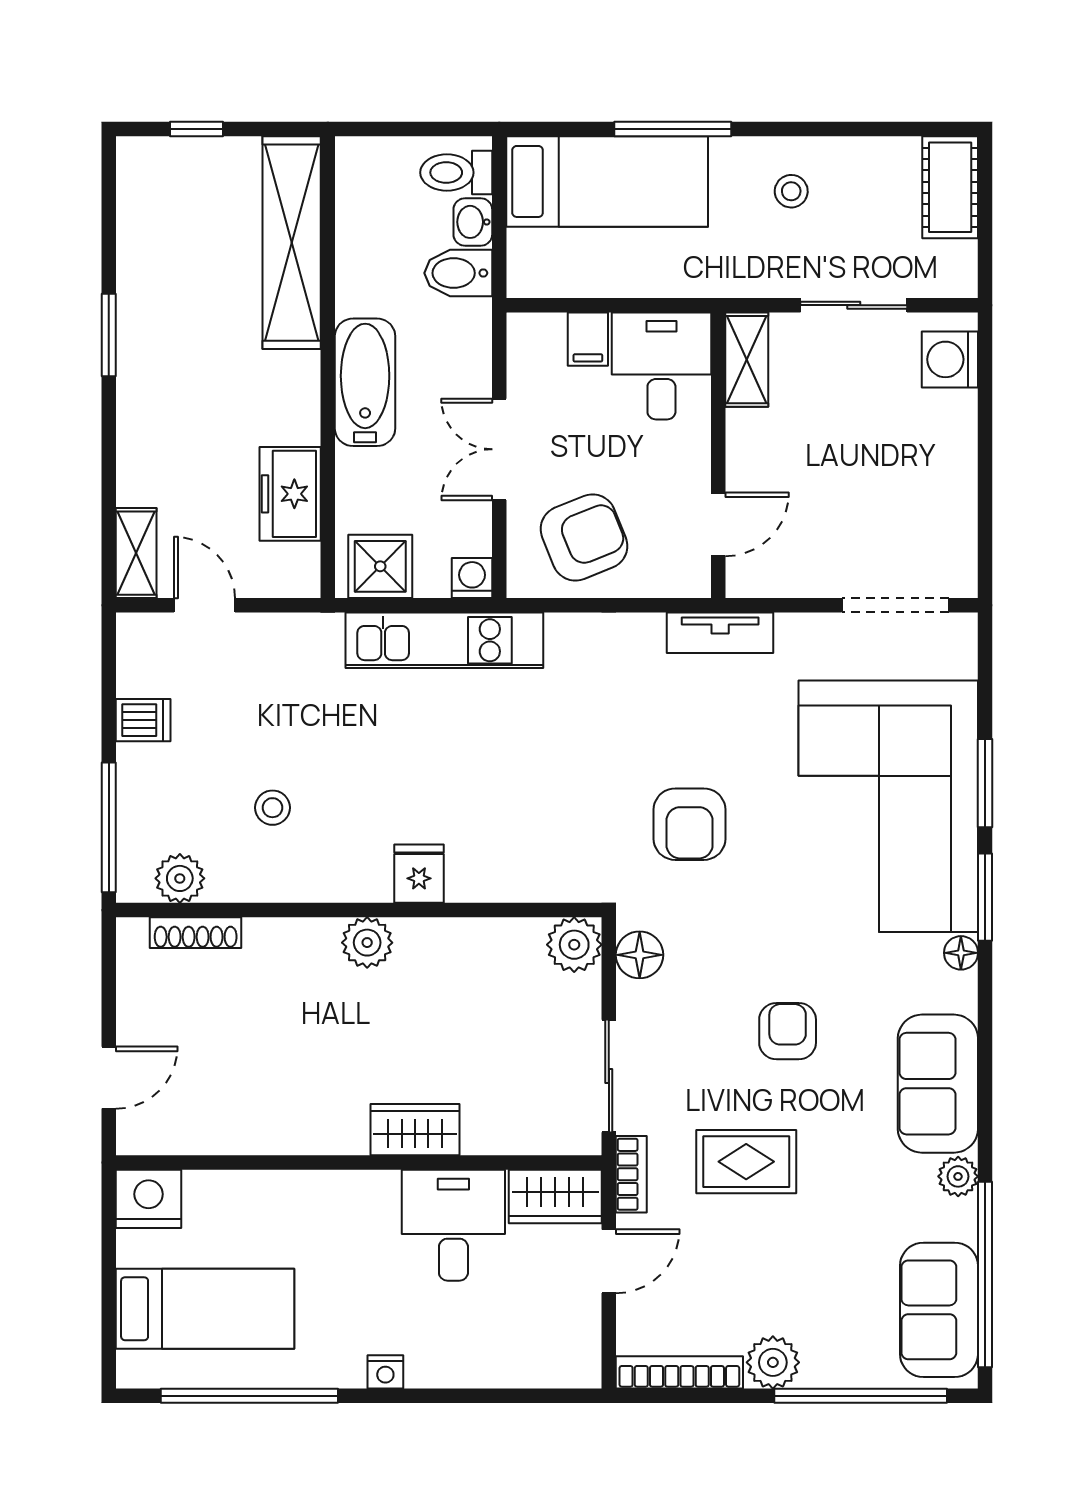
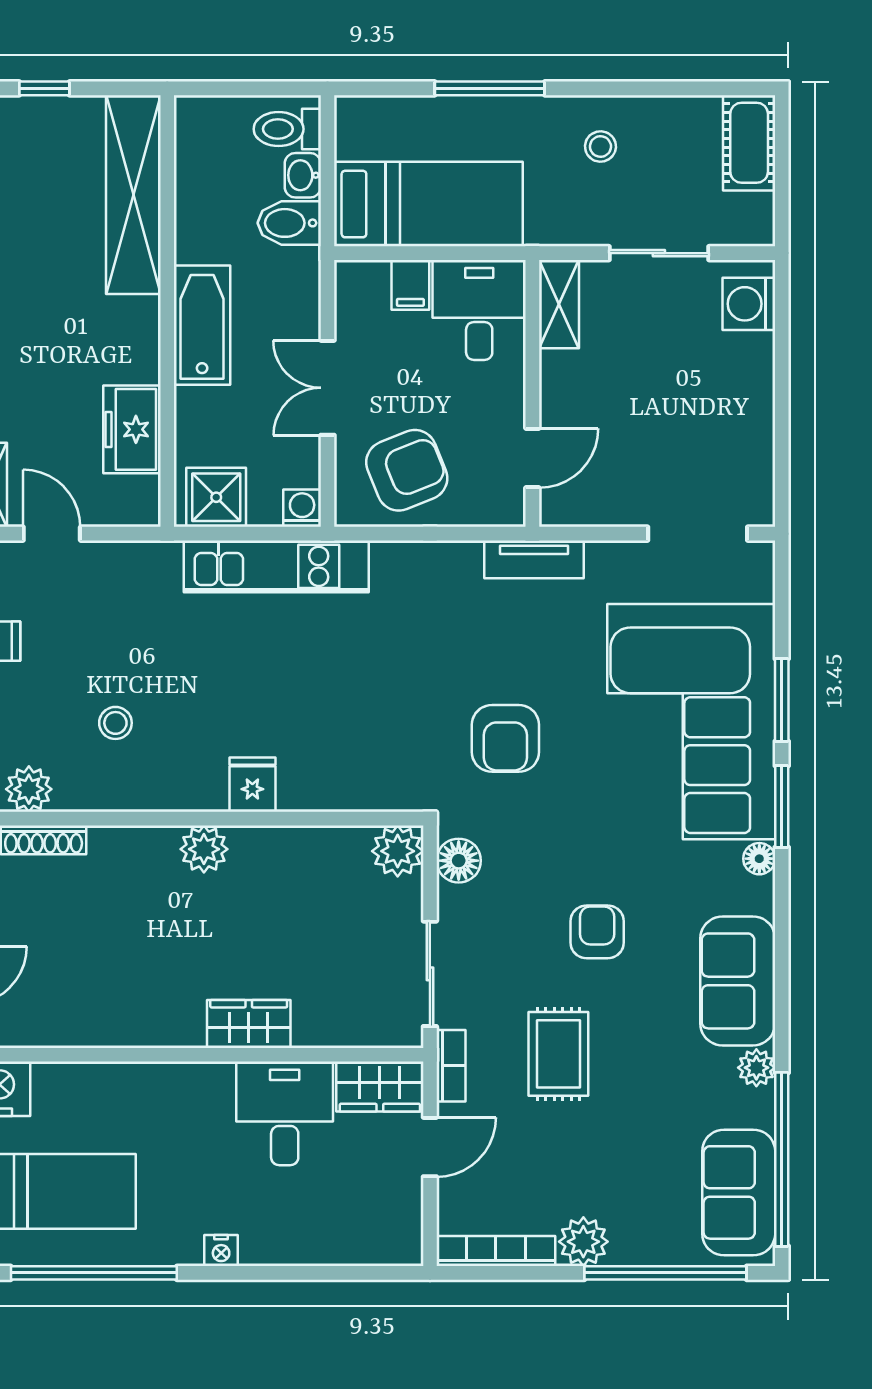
bed: (607, 181) -> (428, 204), moved
rug: (746, 1162) -> (558, 1054), turned 90

